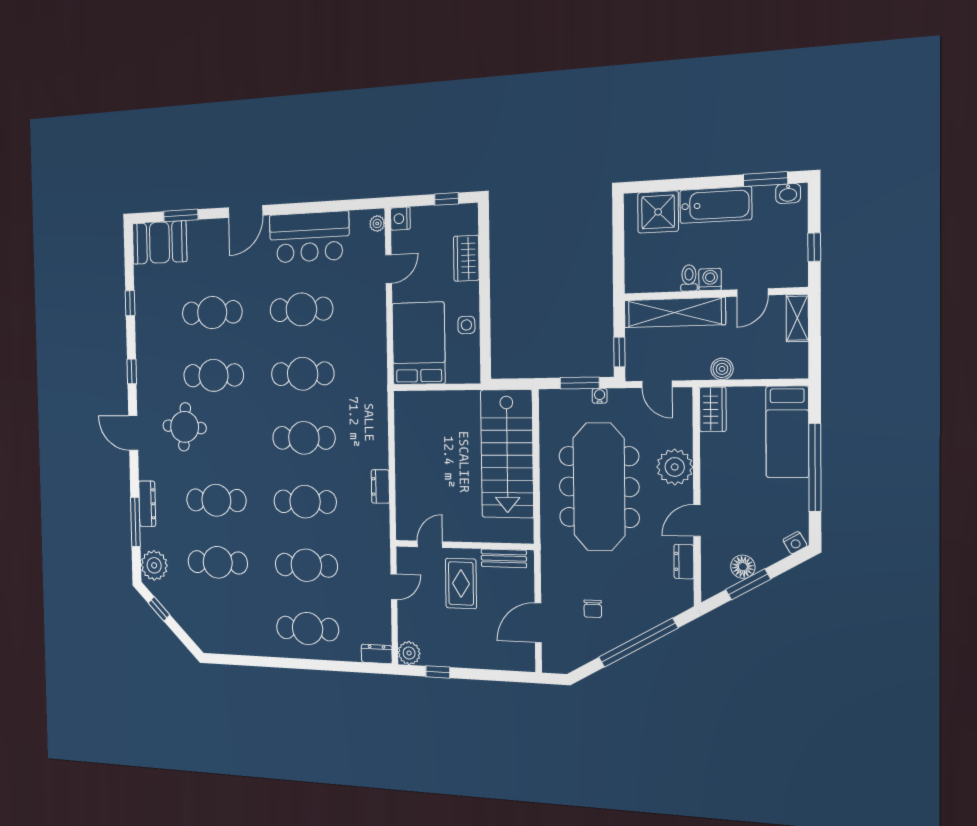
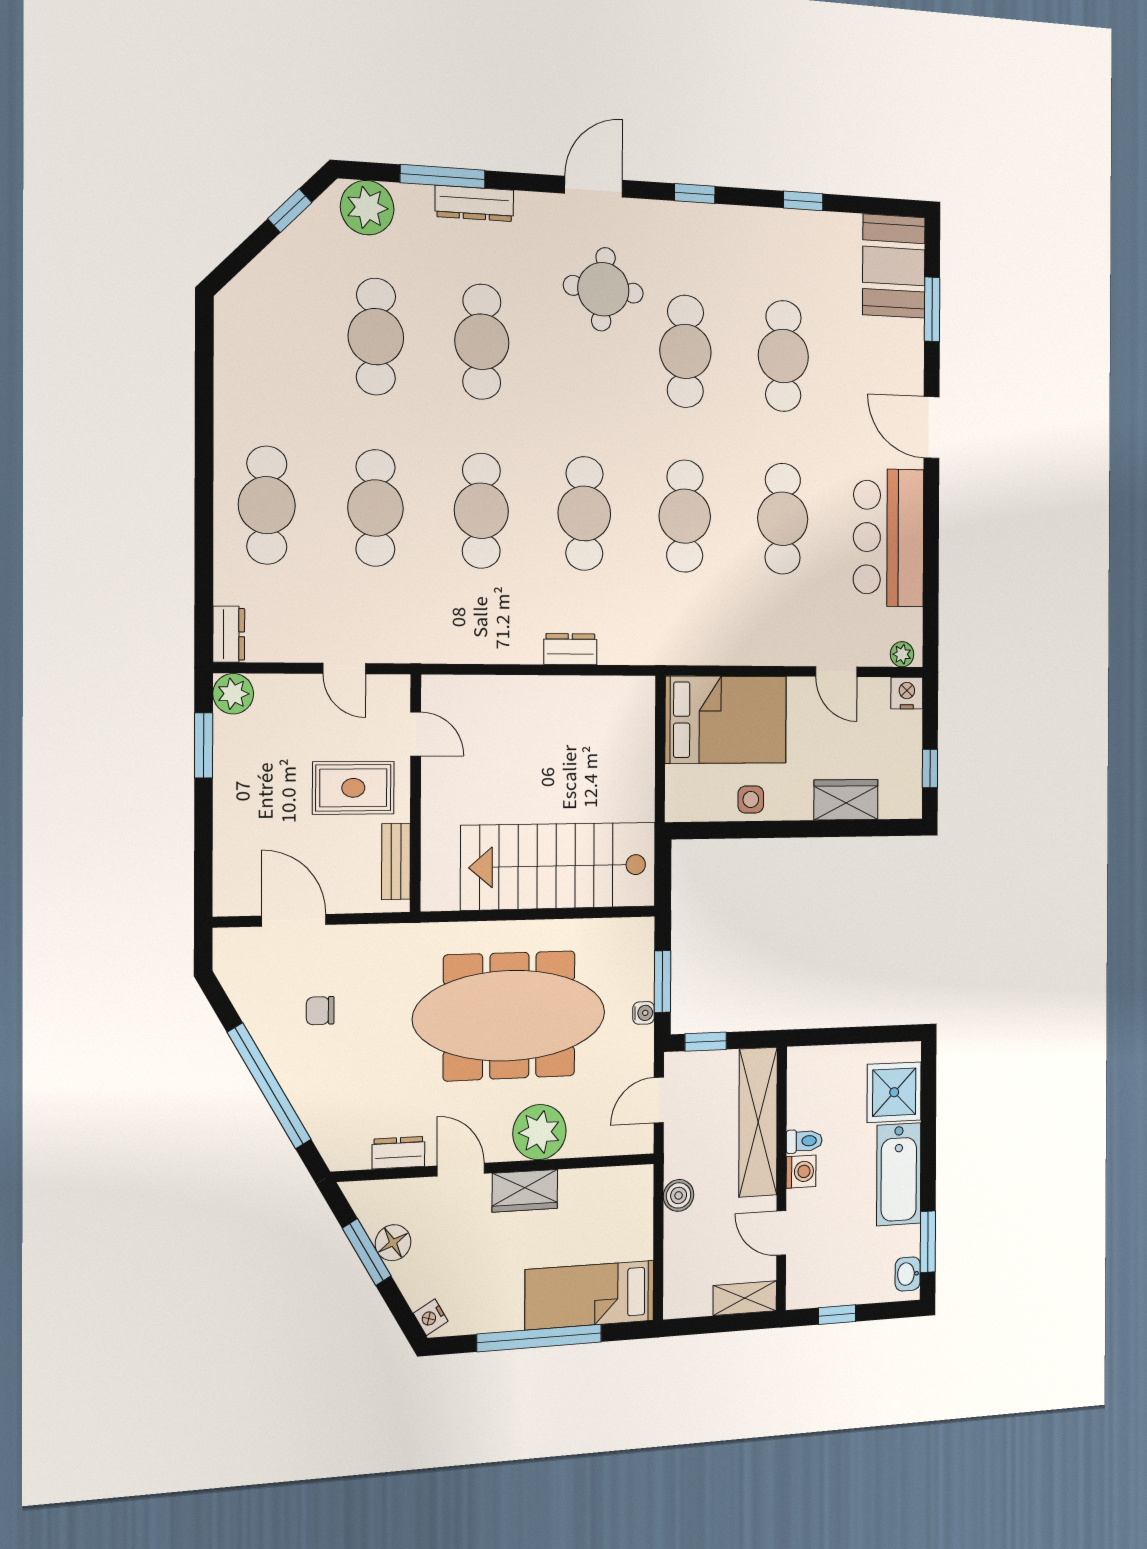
wardrobe: (713, 409) -> (525, 1191), moved
dresser: (380, 486) -> (570, 649), moved
window: (438, 672) -> (204, 745), width x1.50

